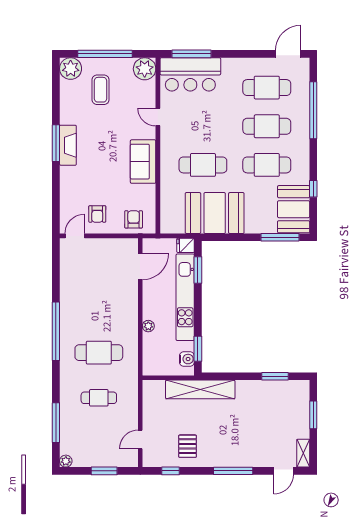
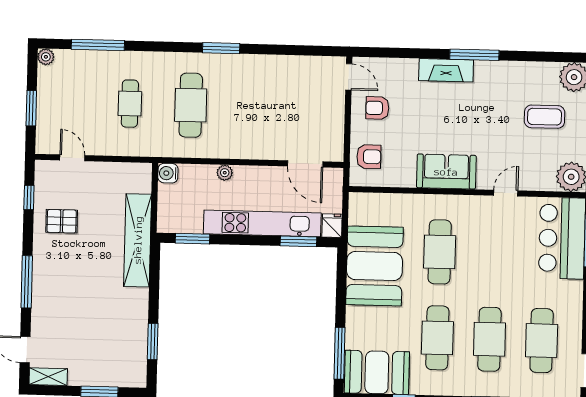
fireplace: (68, 145) -> (446, 70), moved
window: (56, 331) -> (221, 48), width x0.47
water cooler: (187, 359) -> (168, 173), moved, turned 90

